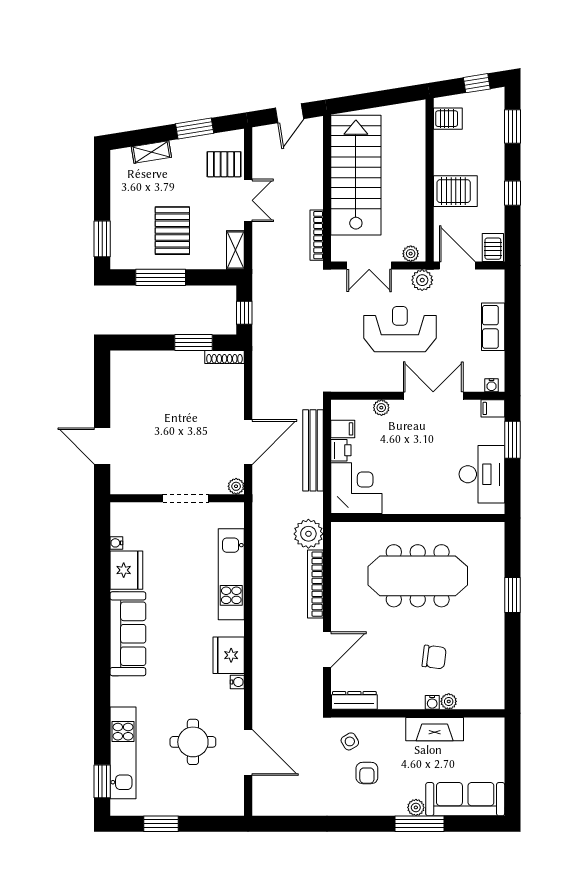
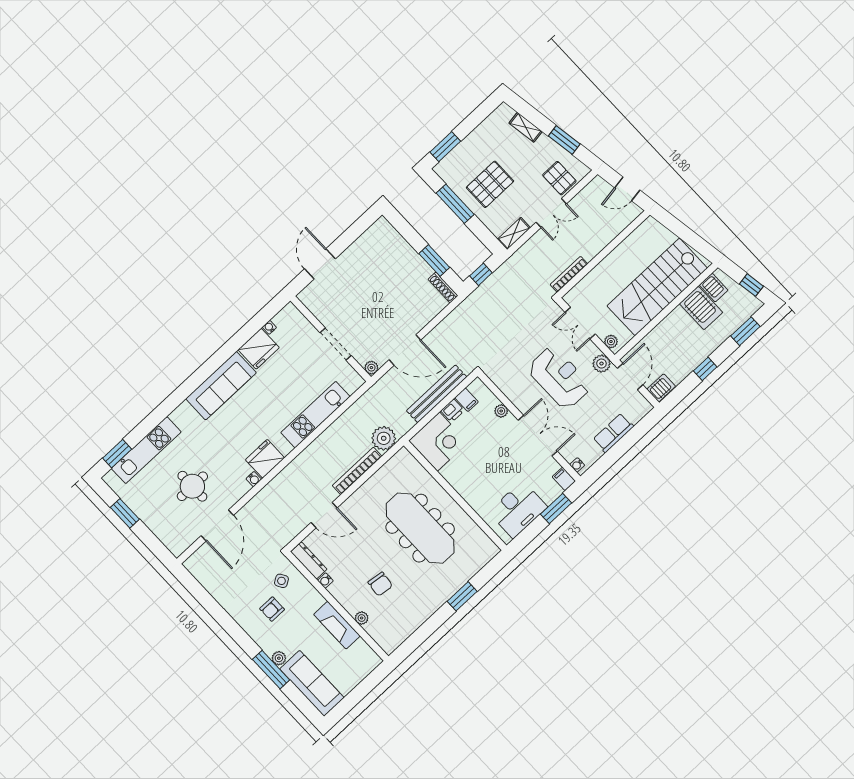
stairs: (356, 175) -> (657, 287), moved, turned 180
server rack: (455, 191) -> (701, 308), moved
water cooler: (432, 702) -> (325, 581), moved

